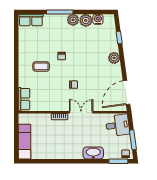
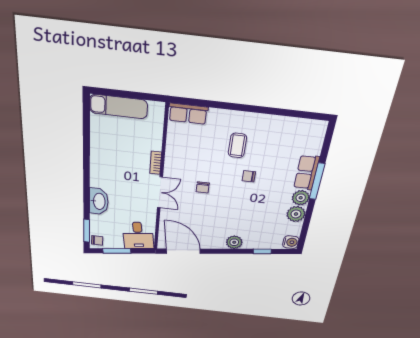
water cooler: (98, 19) -> (291, 242), moved
row of seats: (31, 20) -> (307, 172), moved

